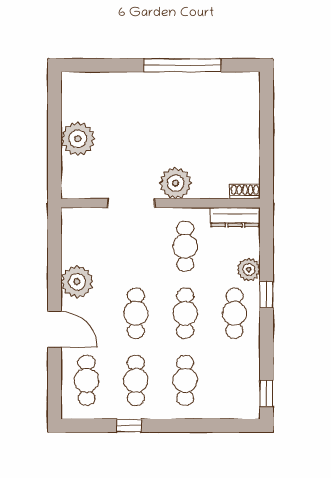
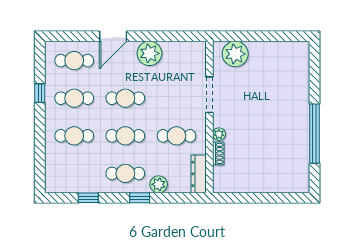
plant: (78, 139) -> (235, 54), moved
plant: (176, 183) -> (219, 134), width x0.53, depth x0.53
shoe rack: (245, 191) -> (218, 153), moved
window: (266, 393) -> (88, 198), moved

